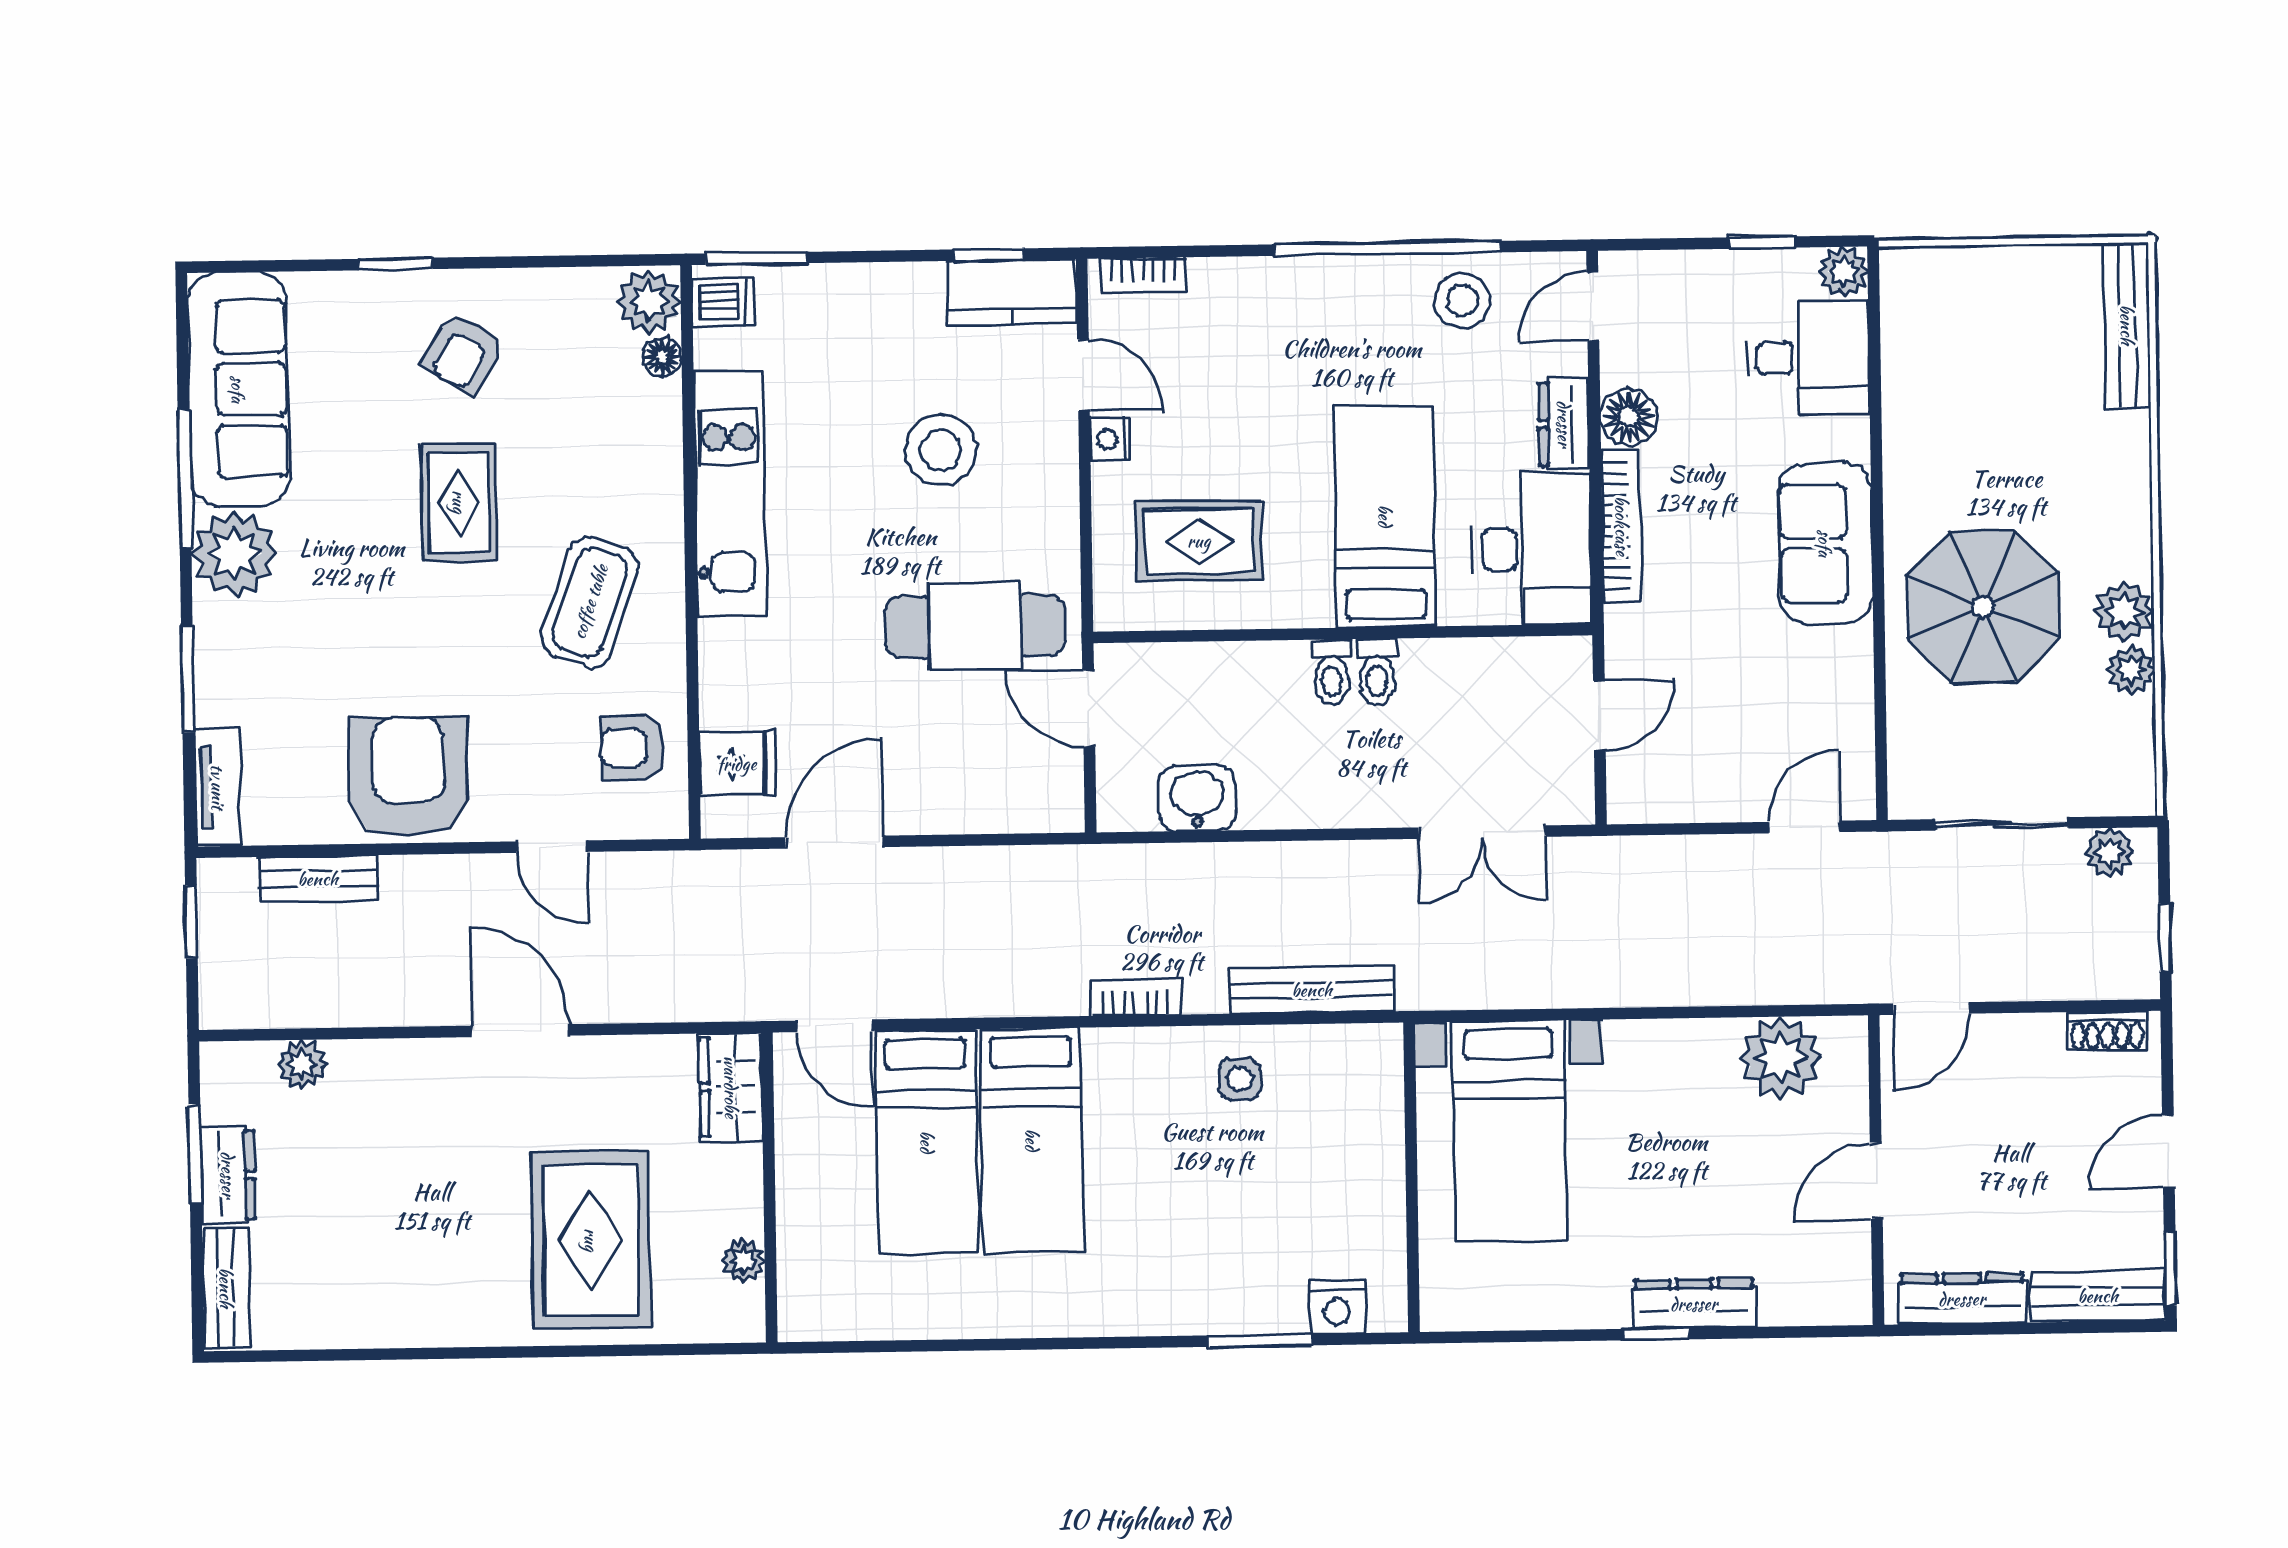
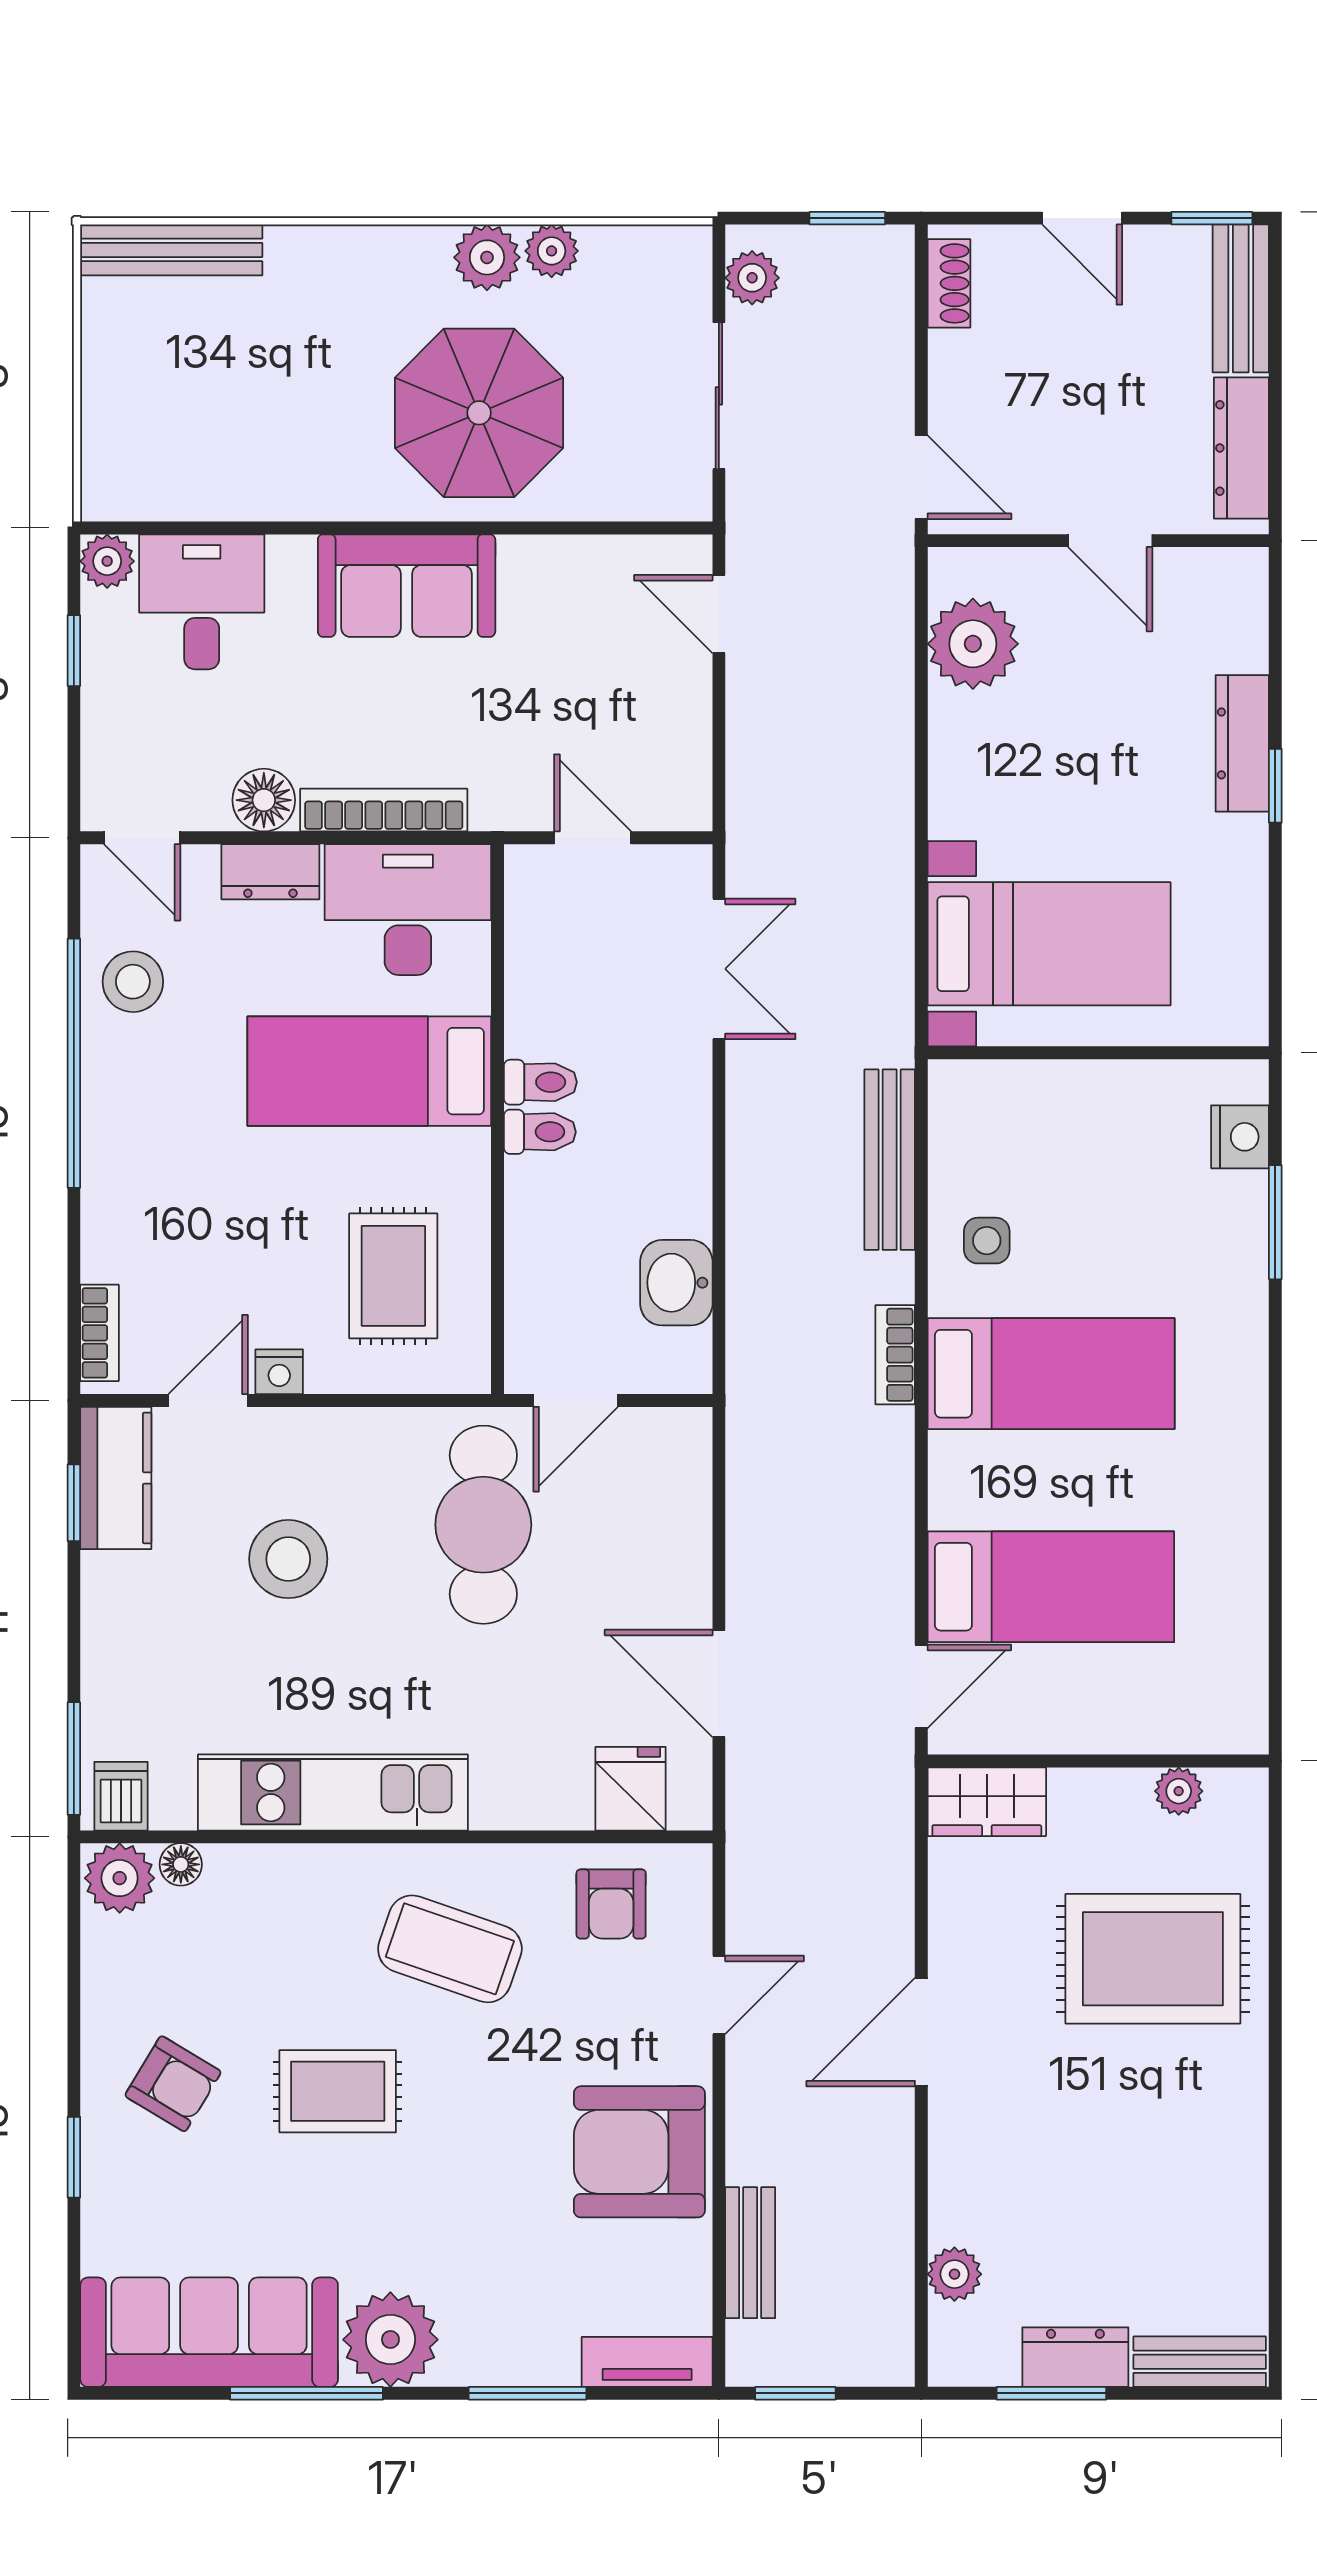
bed: (1032, 1140) -> (1051, 1374), moved

